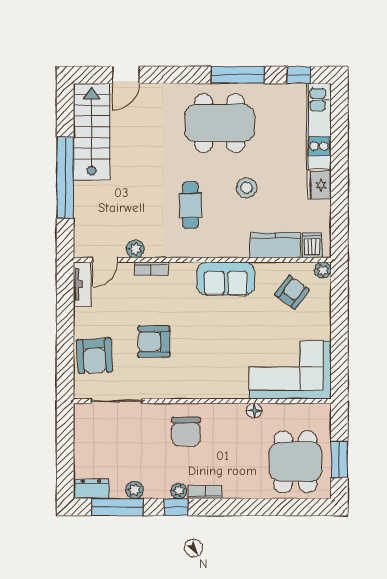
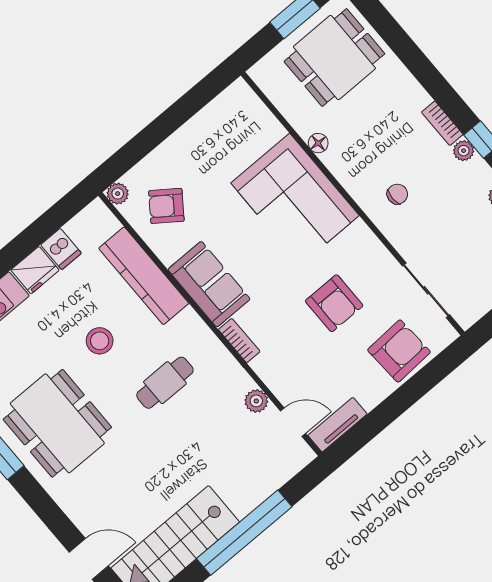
kitchen counter: (275, 245) -> (144, 276), width x1.50
dishwasher: (312, 245) -> (61, 249), moved, turned -90
bookcase: (151, 269) -> (239, 341), moved
corner sofa: (290, 370) -> (295, 199), moved
chair: (186, 431) -> (397, 194), width x0.54, depth x0.54

